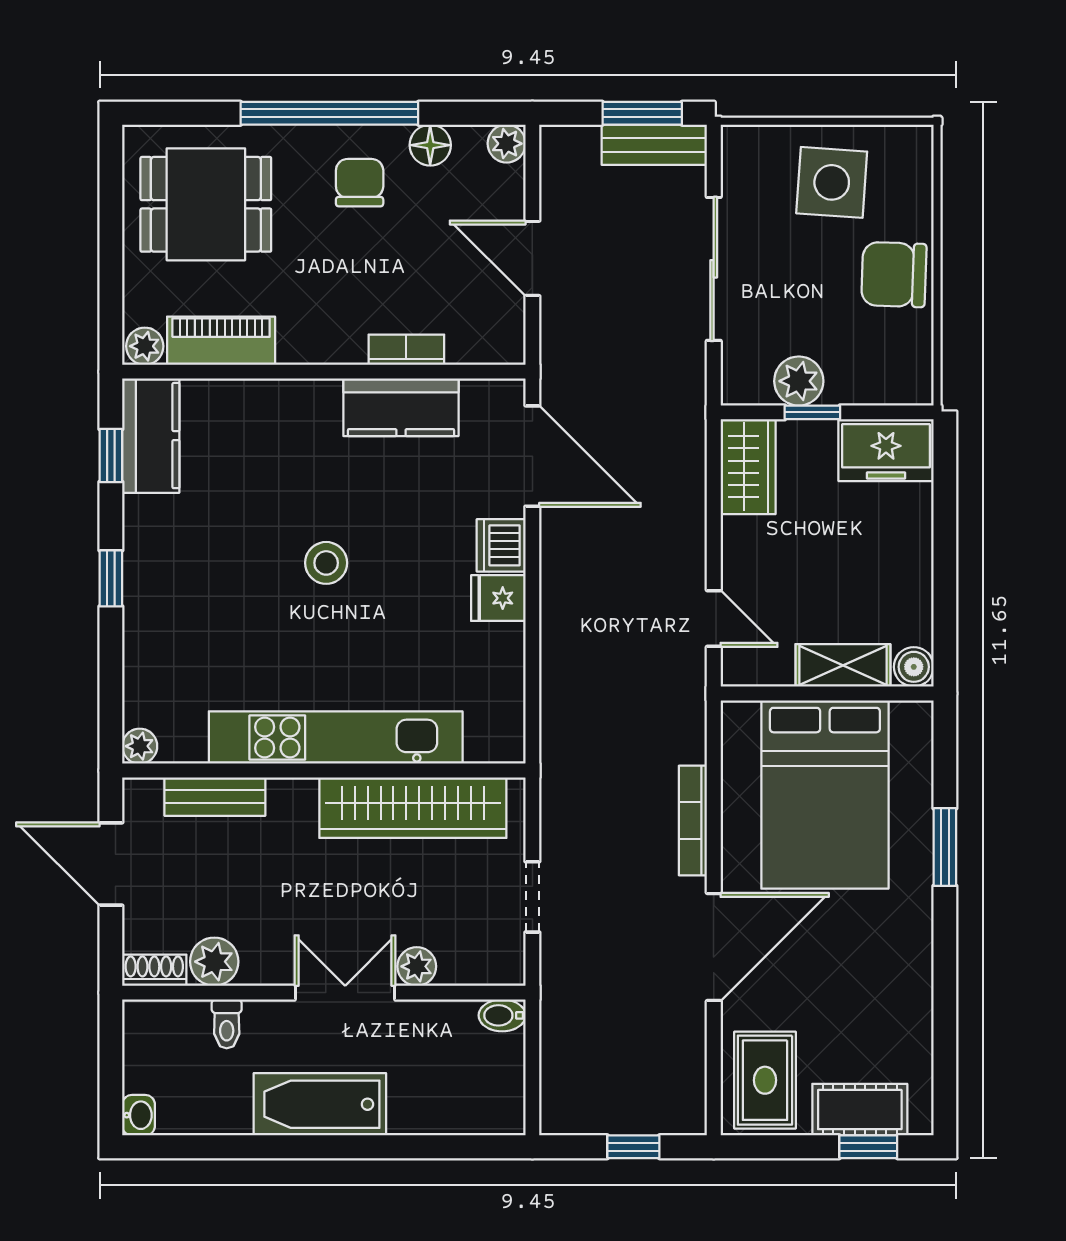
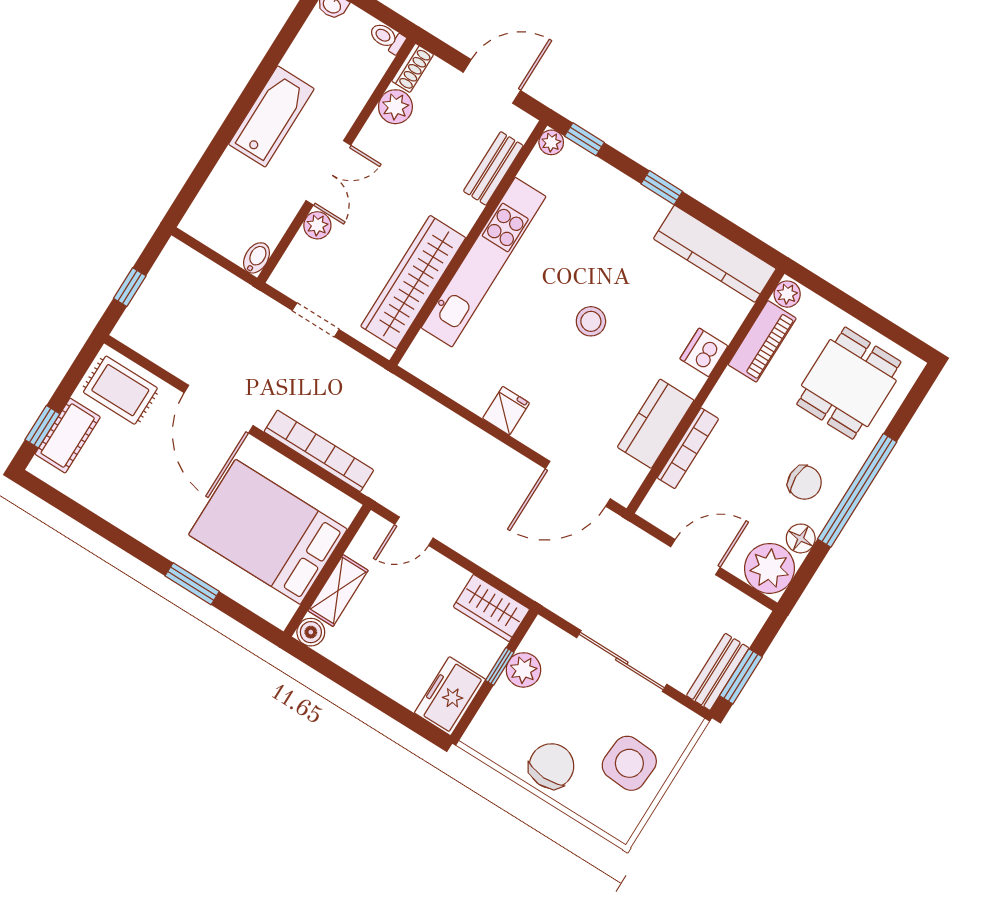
plant: (507, 144) -> (770, 568), width x1.87, depth x1.87
bookcase: (406, 350) -> (688, 448), width x1.56
kitchen counter: (151, 436) -> (715, 254), width x1.50
window: (111, 456) -> (584, 139), moved
dishwasher: (501, 545) -> (704, 352), moved, turned -90
bookcase: (693, 820) -> (319, 451), width x1.48, depth x1.31
toilet: (227, 1024) -> (387, 38), moved

